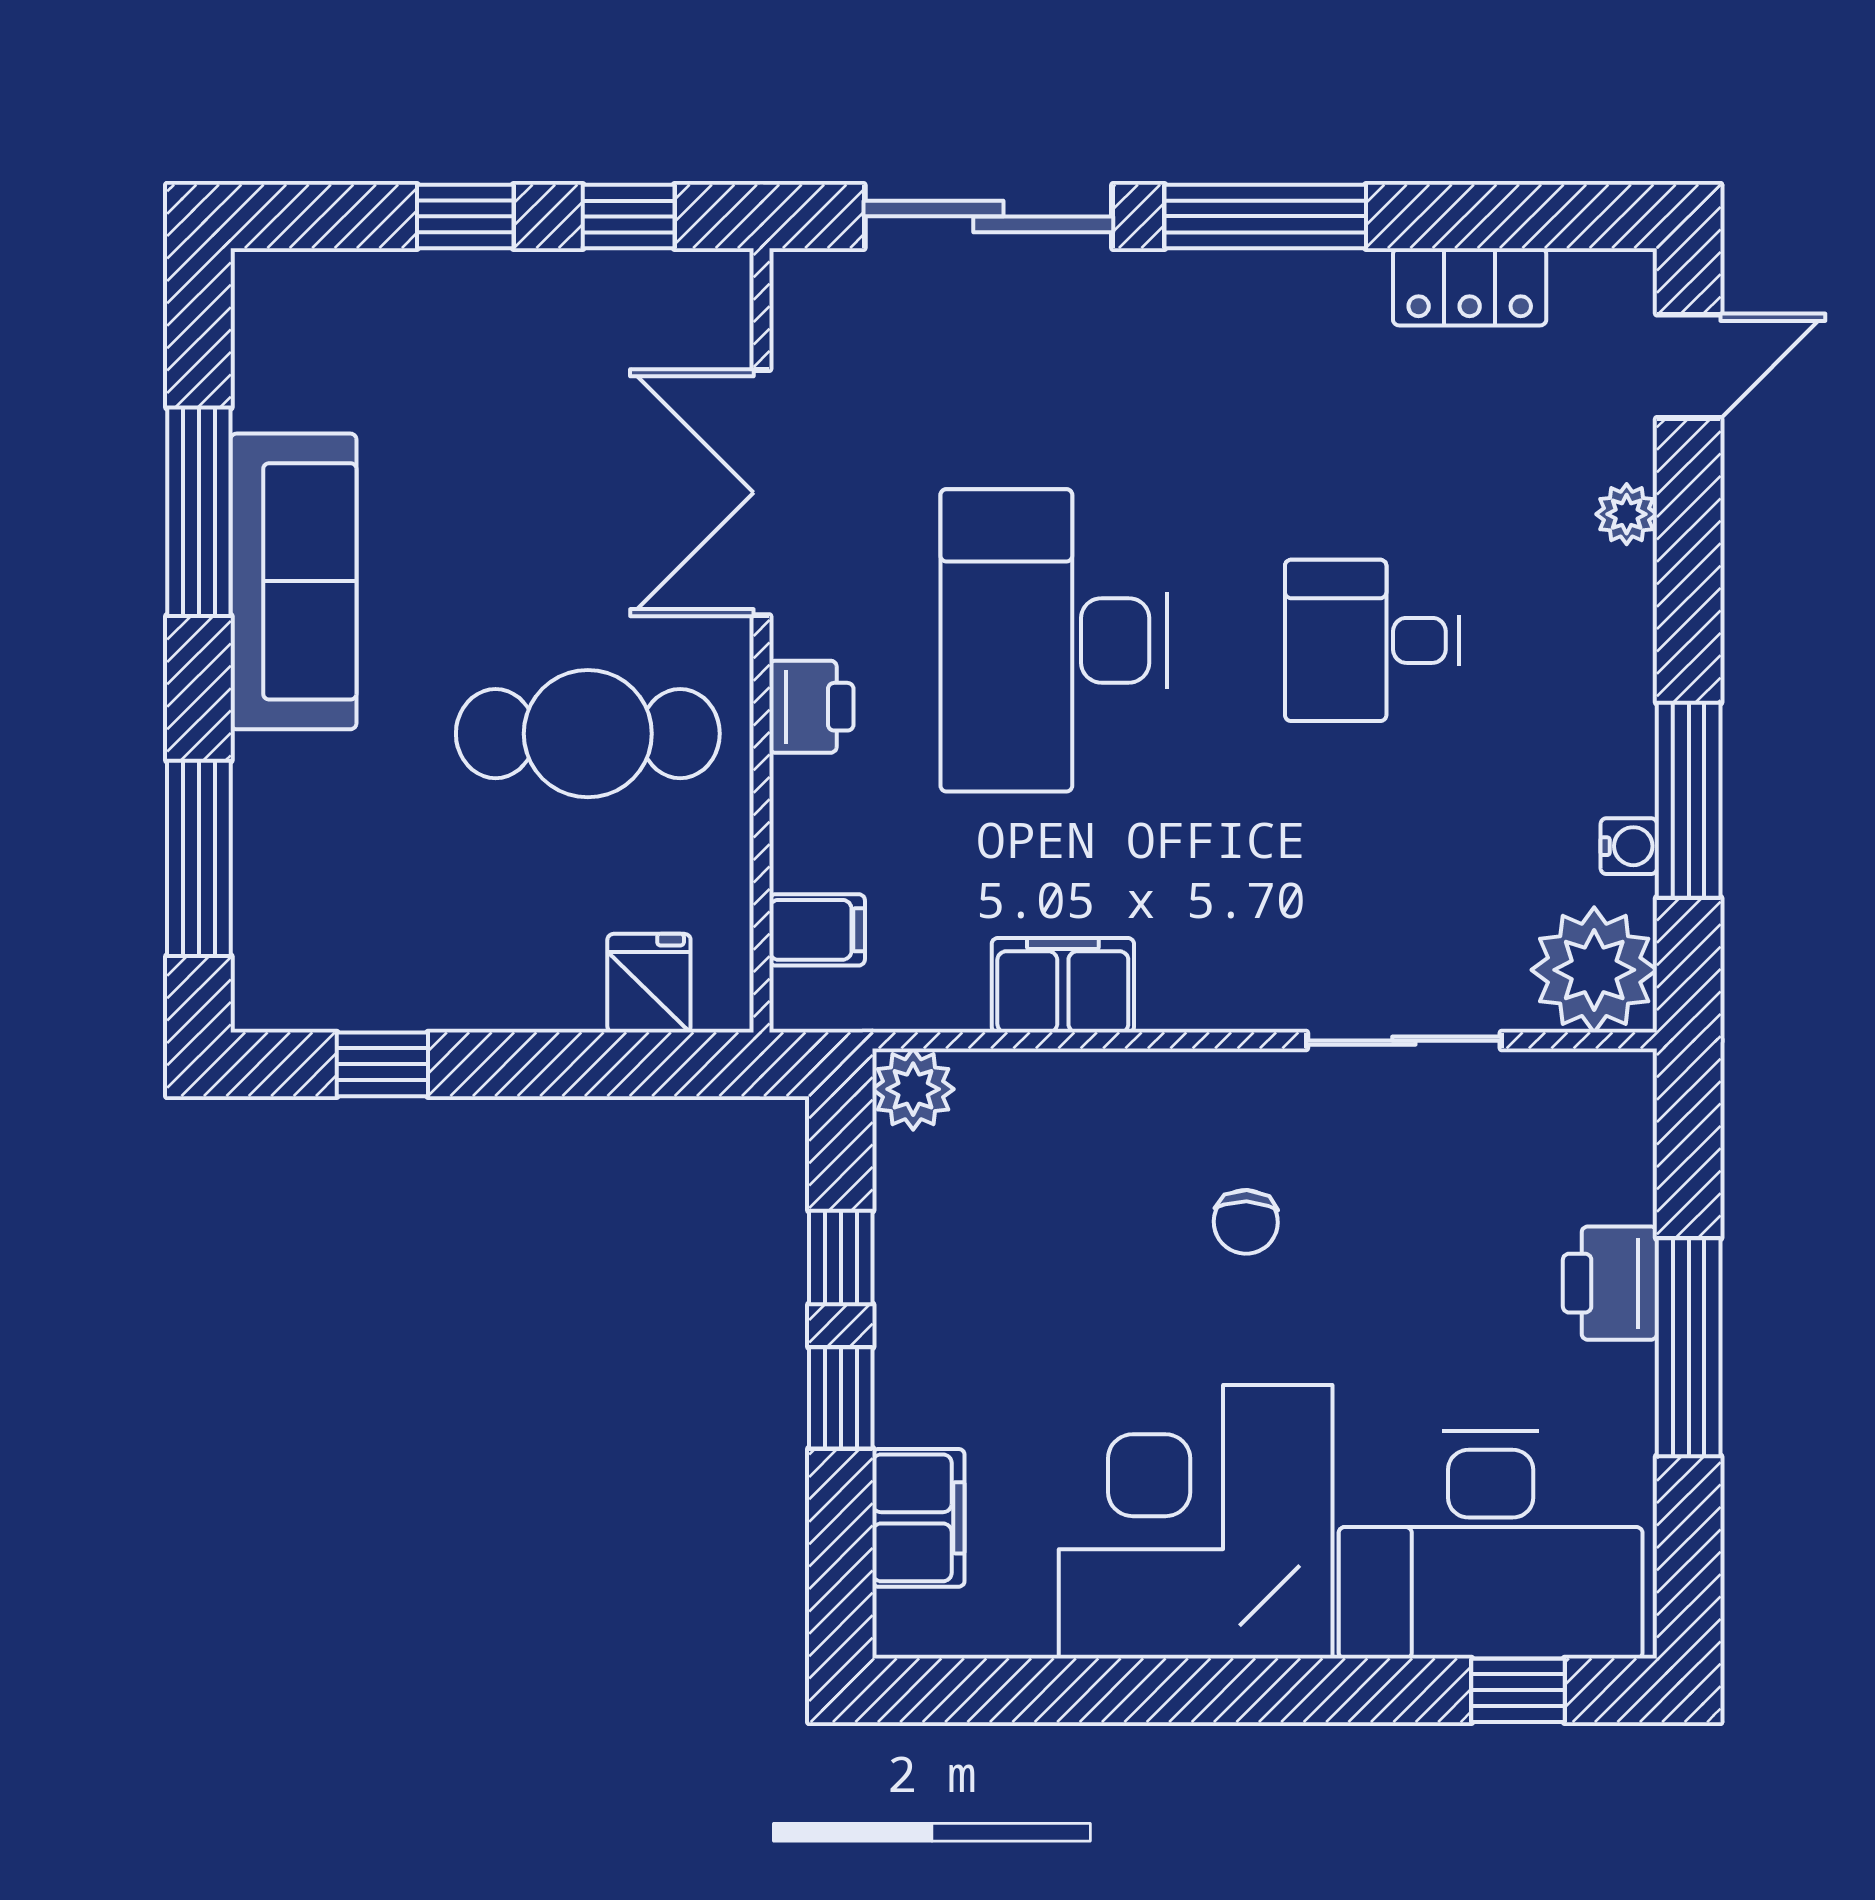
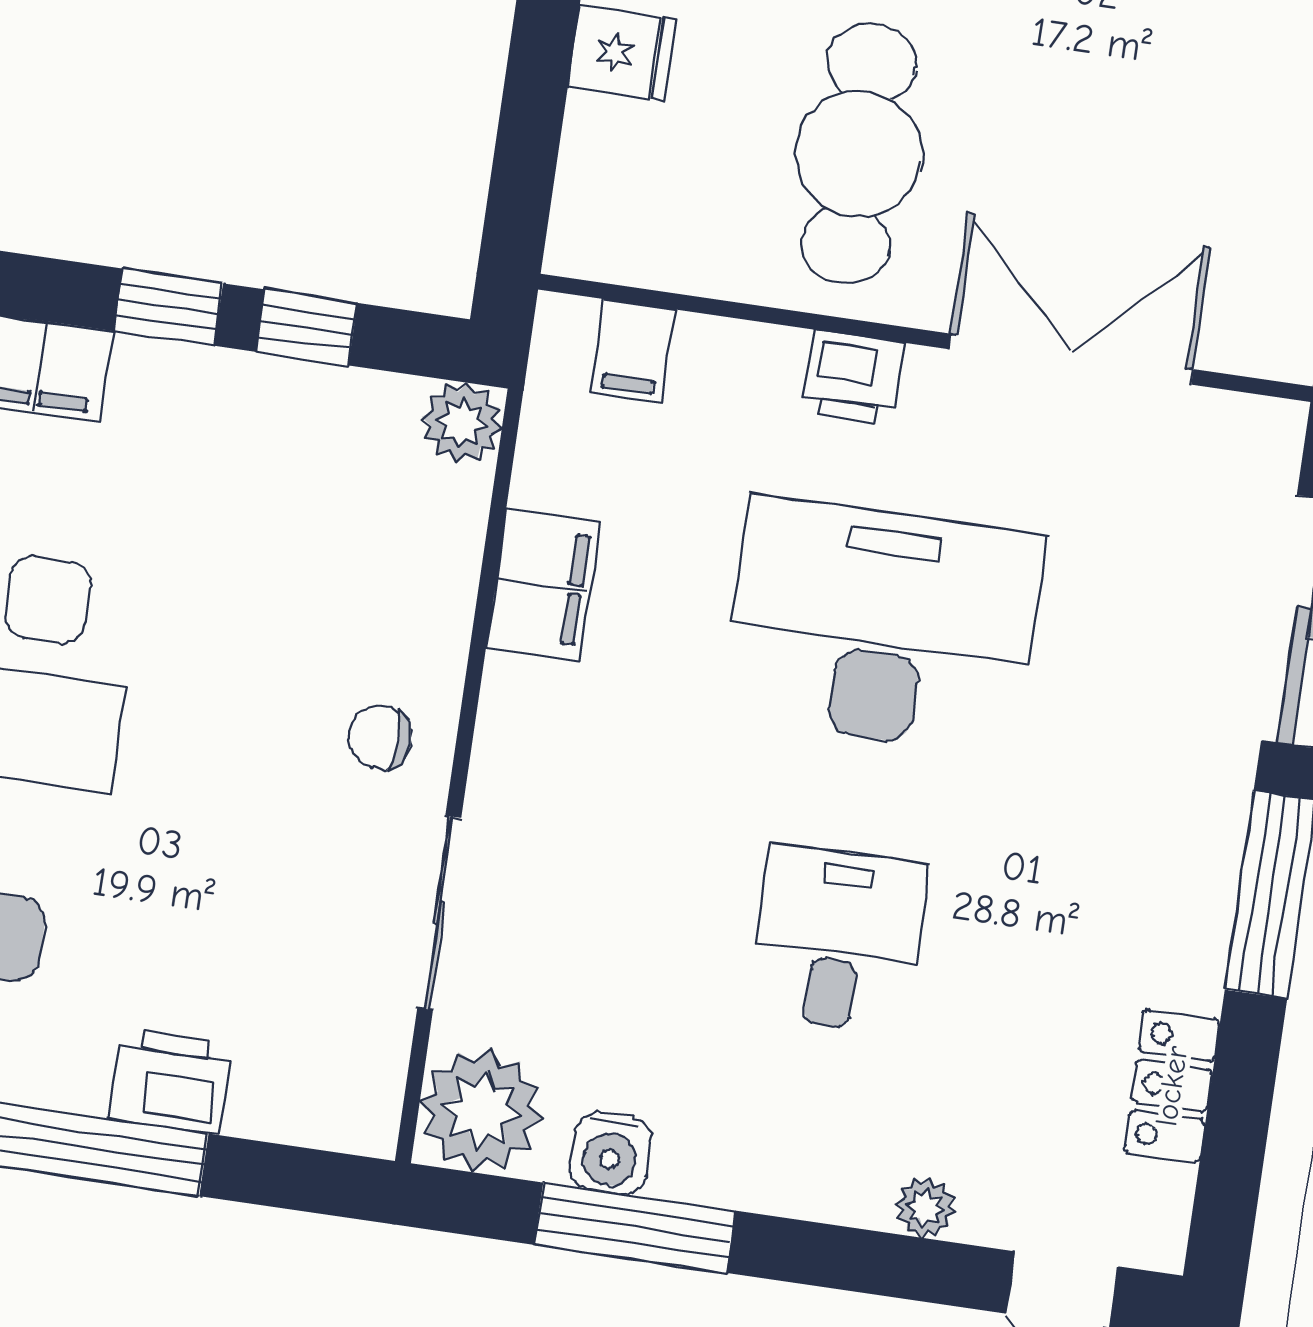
water cooler: (1629, 846) -> (610, 1153), width x1.38, depth x1.38
fridge: (649, 983) -> (622, 53), moved
chair: (1246, 1222) -> (380, 737), moved

